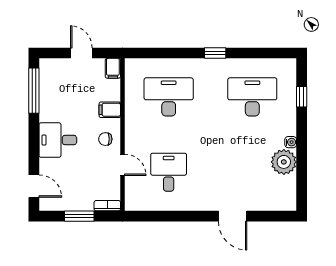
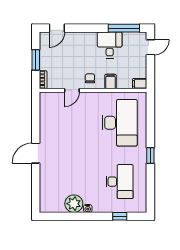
door: (81, 53) -> (150, 47), moved
desk: (169, 97) -> (120, 123), width x1.36, depth x1.30
desk: (58, 140) -> (110, 45), moved
desk: (169, 172) -> (67, 123), removed
door: (233, 216) -> (36, 153), moved

